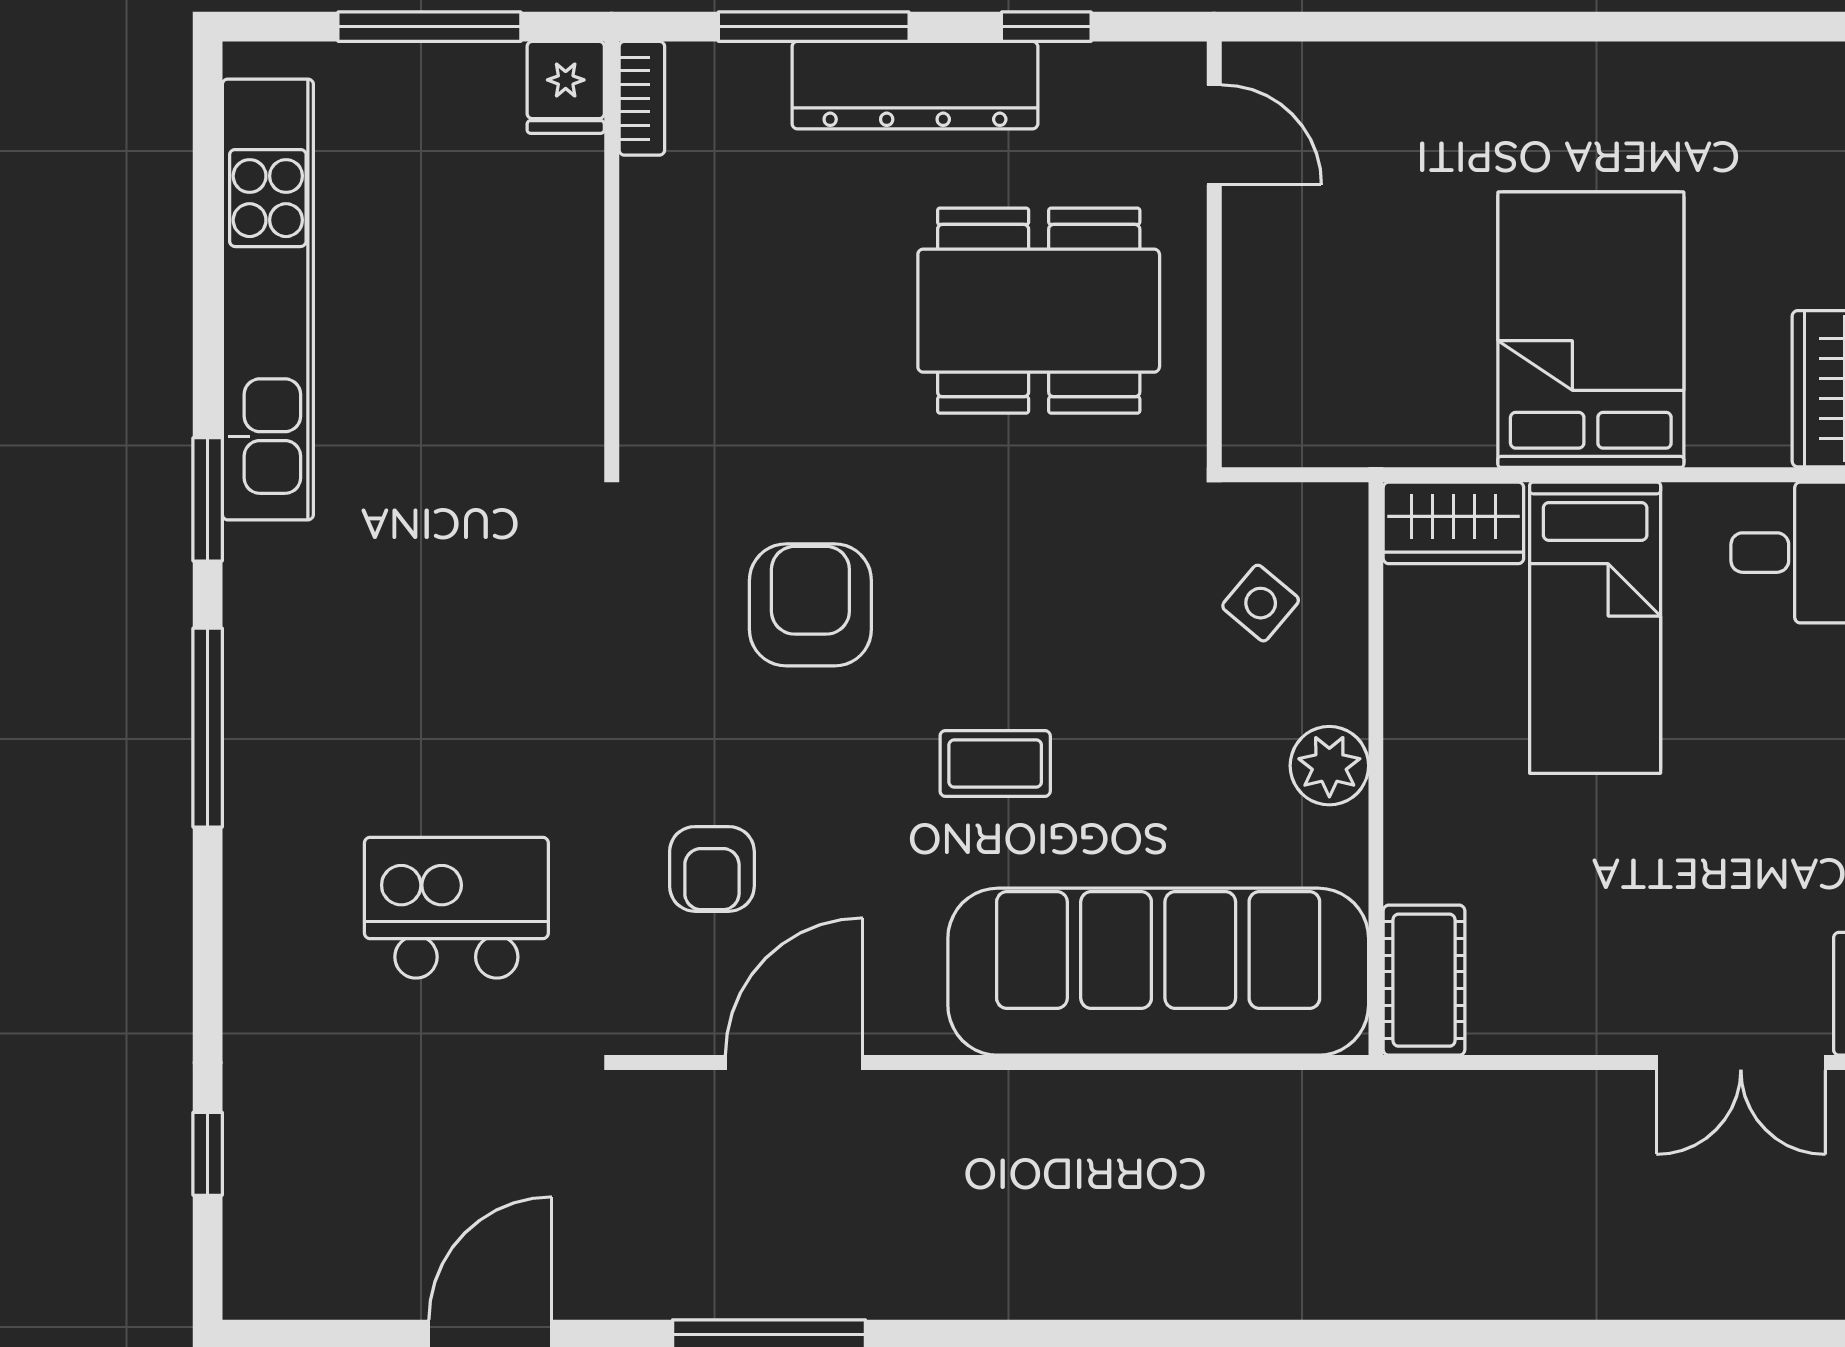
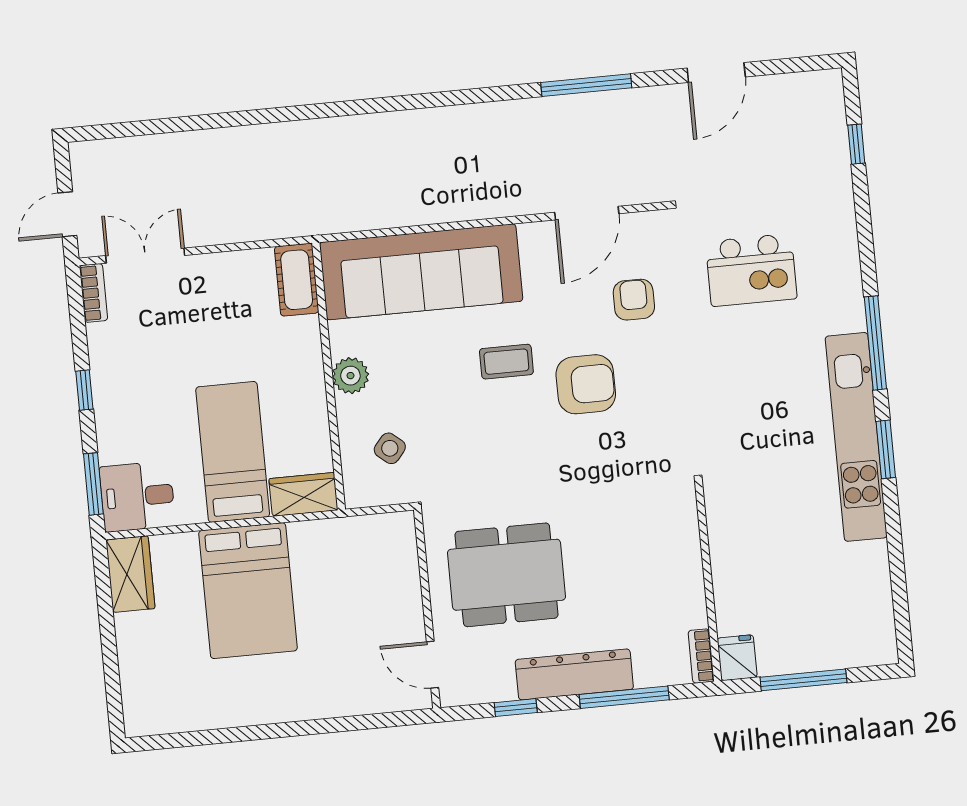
kitchen unit: (268, 299) -> (856, 437), moved
armchair: (810, 605) -> (586, 384), moved, turned -90

